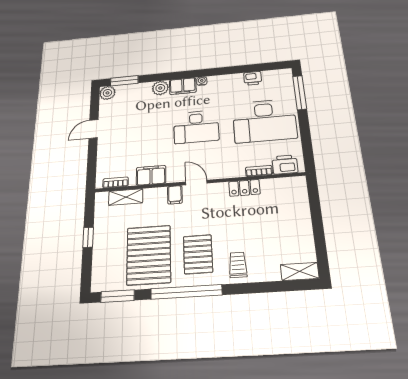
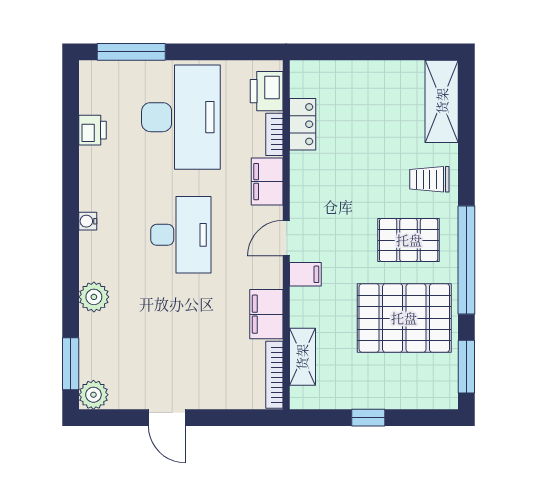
filing cabinet: (183, 86) -> (267, 182), moved, turned 180
bookcase: (116, 182) -> (274, 375), width x1.56
locker: (244, 188) -> (303, 124), moved
shelving: (300, 271) -> (442, 101), width x1.50, depth x1.33

